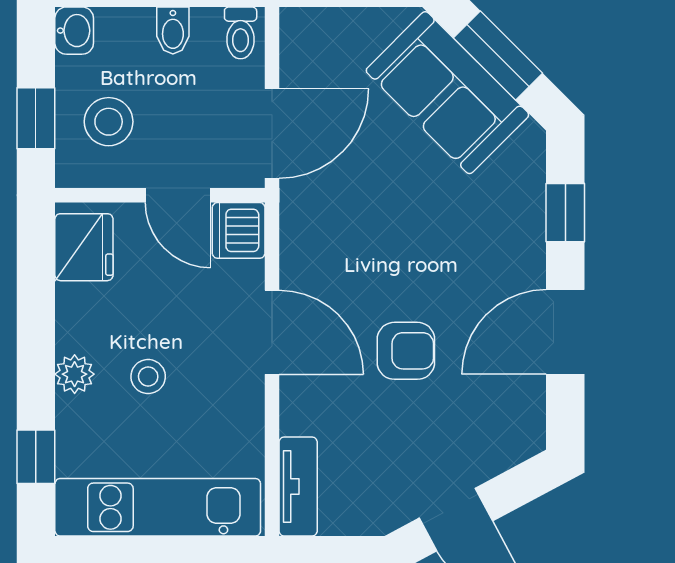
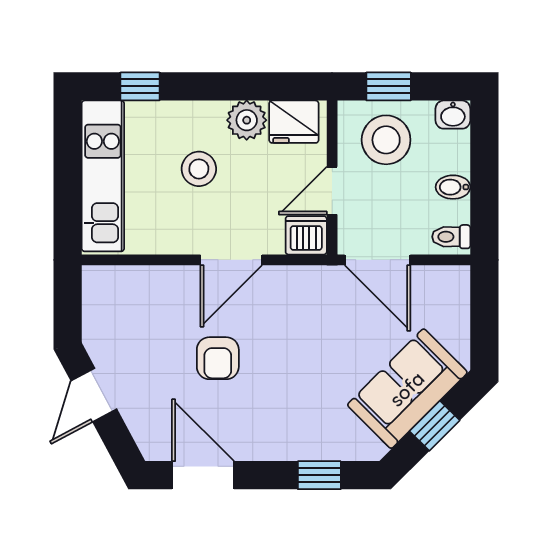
window: (498, 55) -> (435, 426), width x0.67
stool: (109, 122) -> (386, 140), width x1.38, depth x1.38
door: (565, 332) -> (203, 475), moved
plant: (75, 374) -> (247, 120), moved, width x1.38, depth x1.38
stool: (148, 377) -> (199, 169), width x1.37, depth x1.37
tv unit: (298, 487) -> (118, 279), removed

